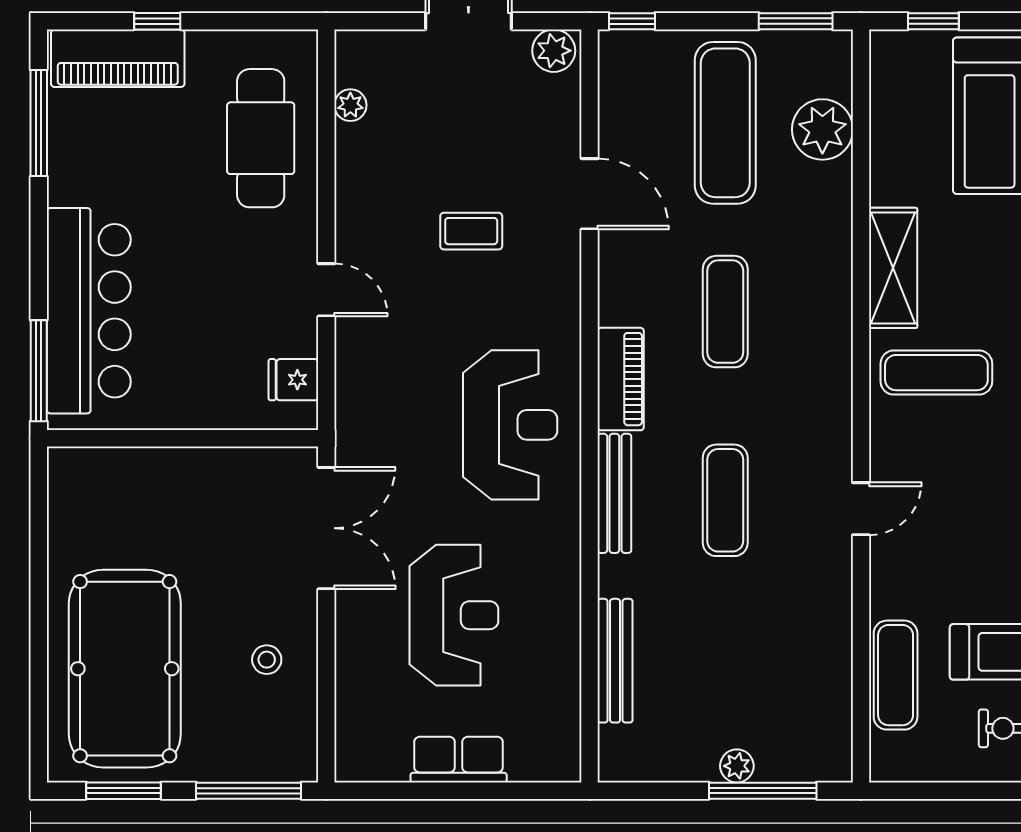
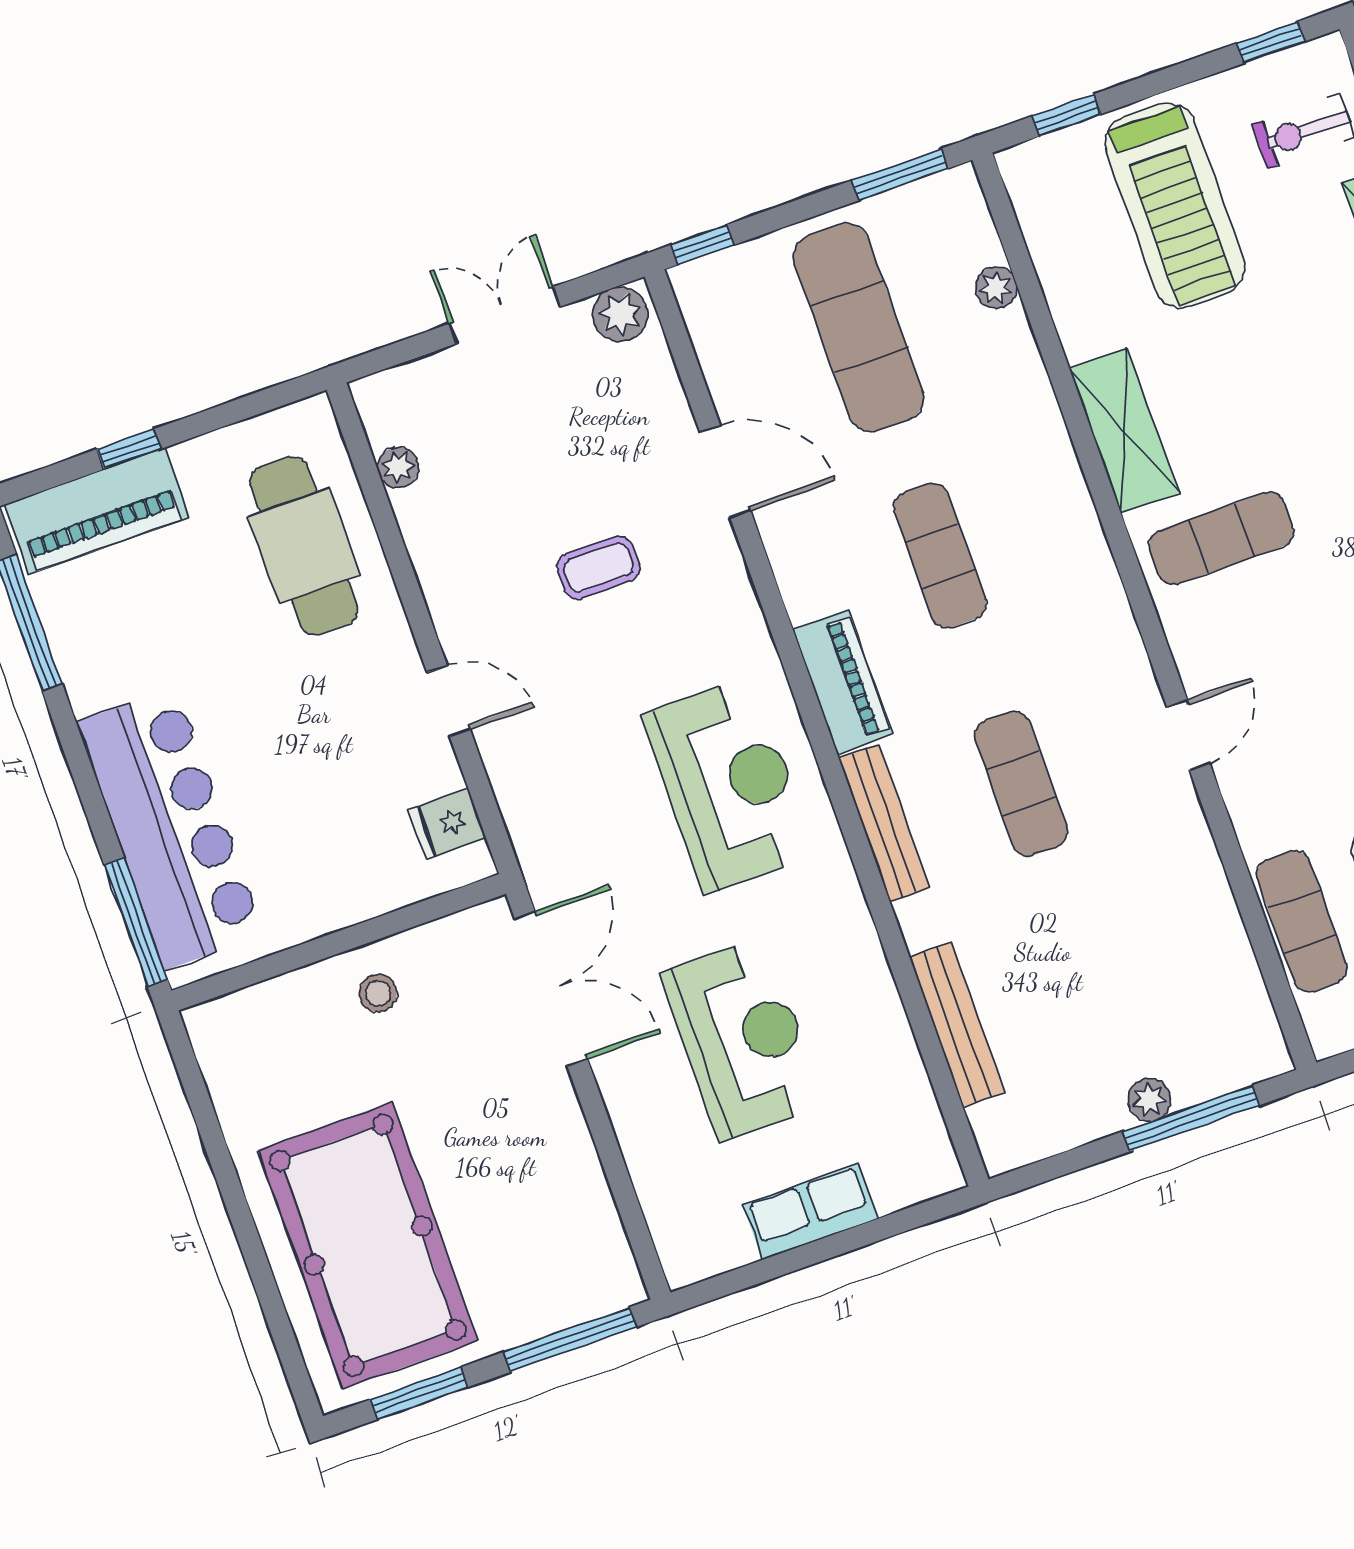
plant: (822, 129) -> (996, 288), width x0.53, depth x0.53
stool: (267, 660) -> (378, 993), moved

